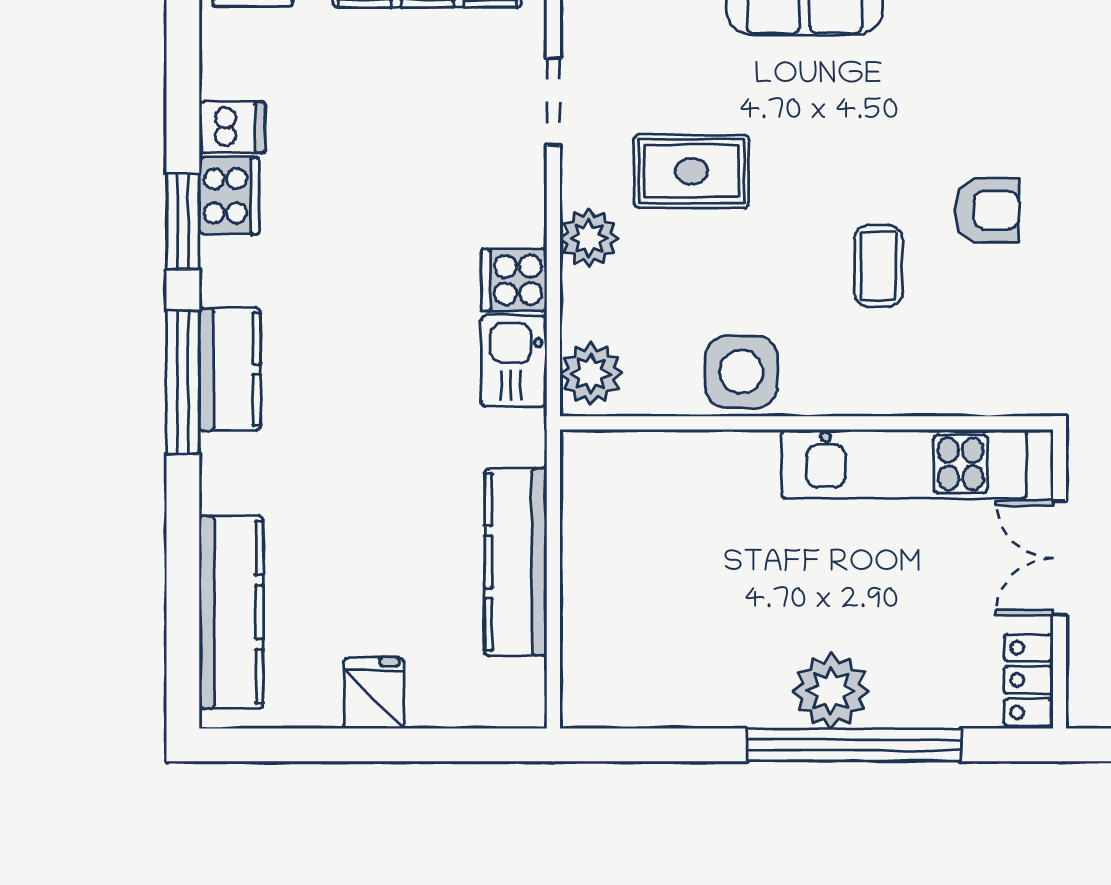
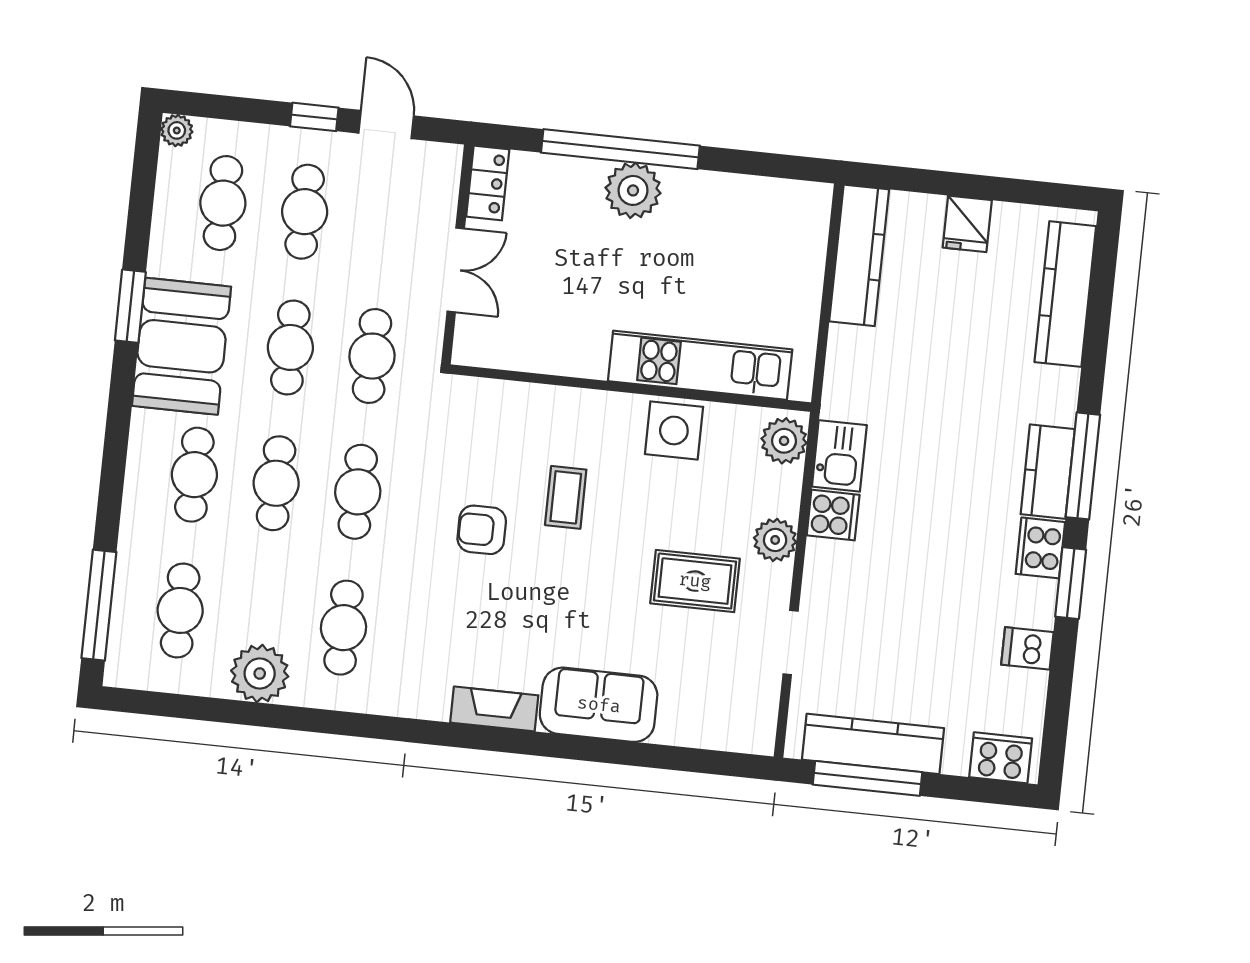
cooker: (229, 196) -> (1040, 548), moved
kitchen unit: (904, 464) -> (700, 365), moved
kitchen counter: (516, 562) -> (859, 255), moved

